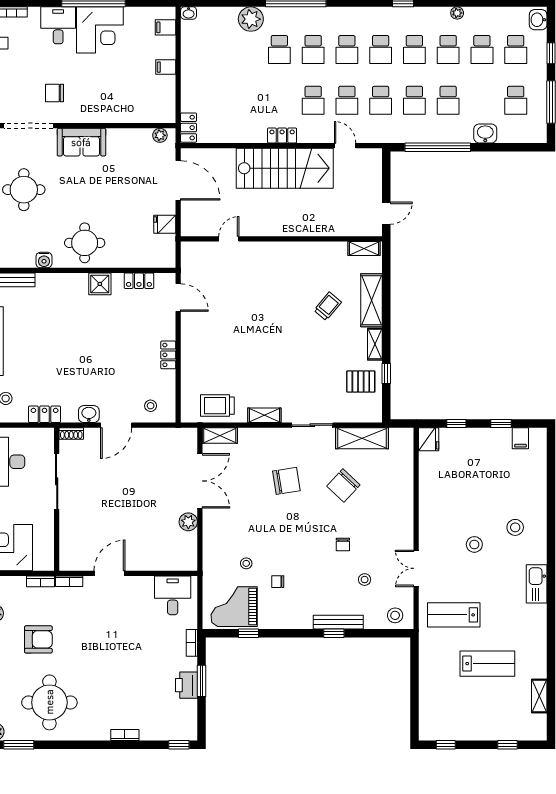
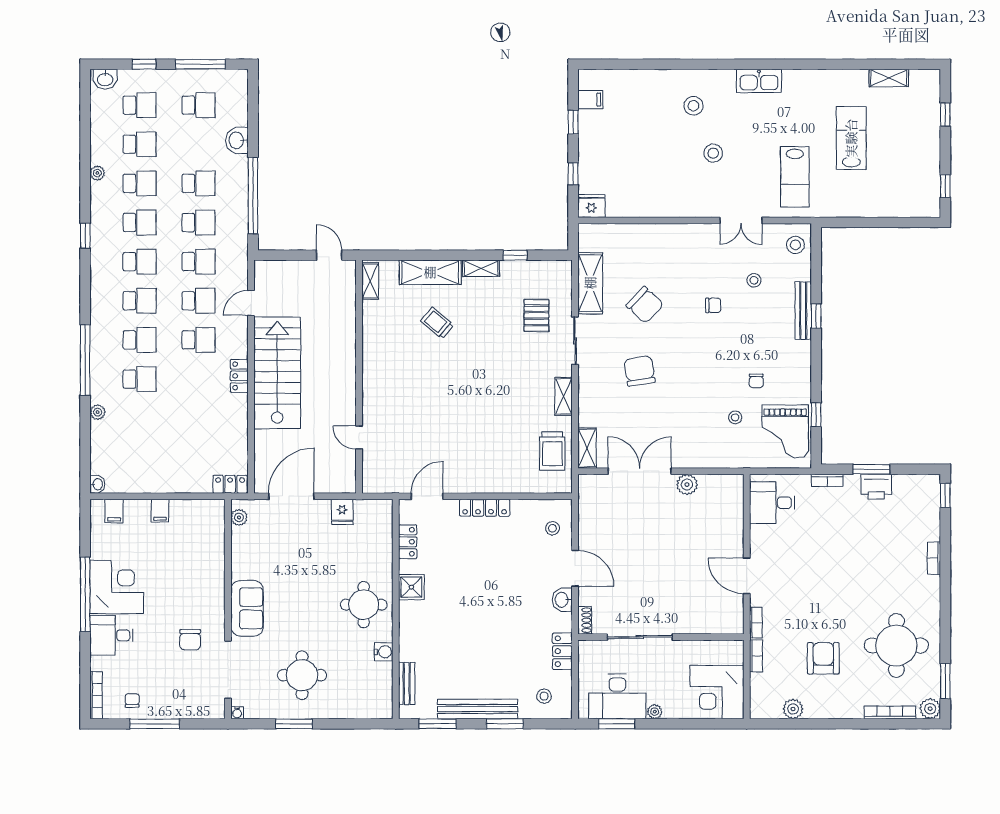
plant: (251, 19) -> (98, 412), width x0.53, depth x0.53
locker: (168, 355) -> (485, 508), width x1.53
pallet: (361, 382) -> (536, 315), moved

